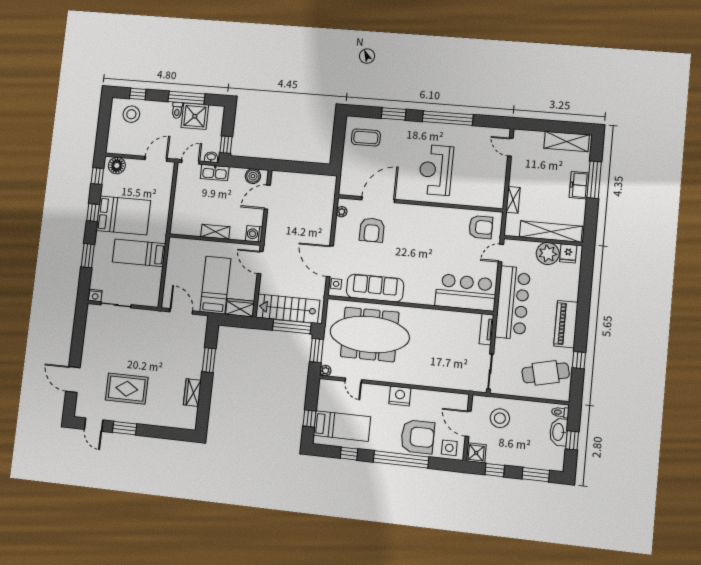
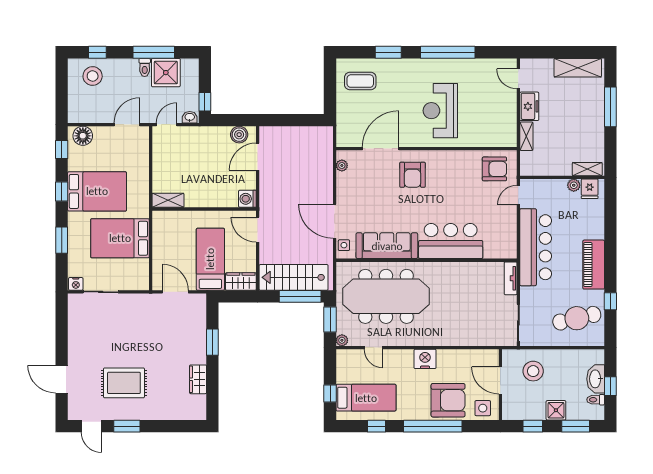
kitchen sink: (215, 173) -> (196, 134), removed
freezer: (579, 185) -> (529, 106), moved, turned 180
armchair: (372, 230) -> (413, 175), moved
shelving: (215, 232) -> (168, 200), moved
shelving: (551, 232) -> (587, 169), width x0.45, depth x0.75
bed: (139, 253) -> (120, 238), width x1.50
plant: (548, 254) -> (574, 185), width x0.53, depth x0.53
bar counter: (466, 292) -> (451, 241), moved
toilet: (560, 412) -> (596, 400), moved
shower: (476, 453) -> (556, 410), moved

